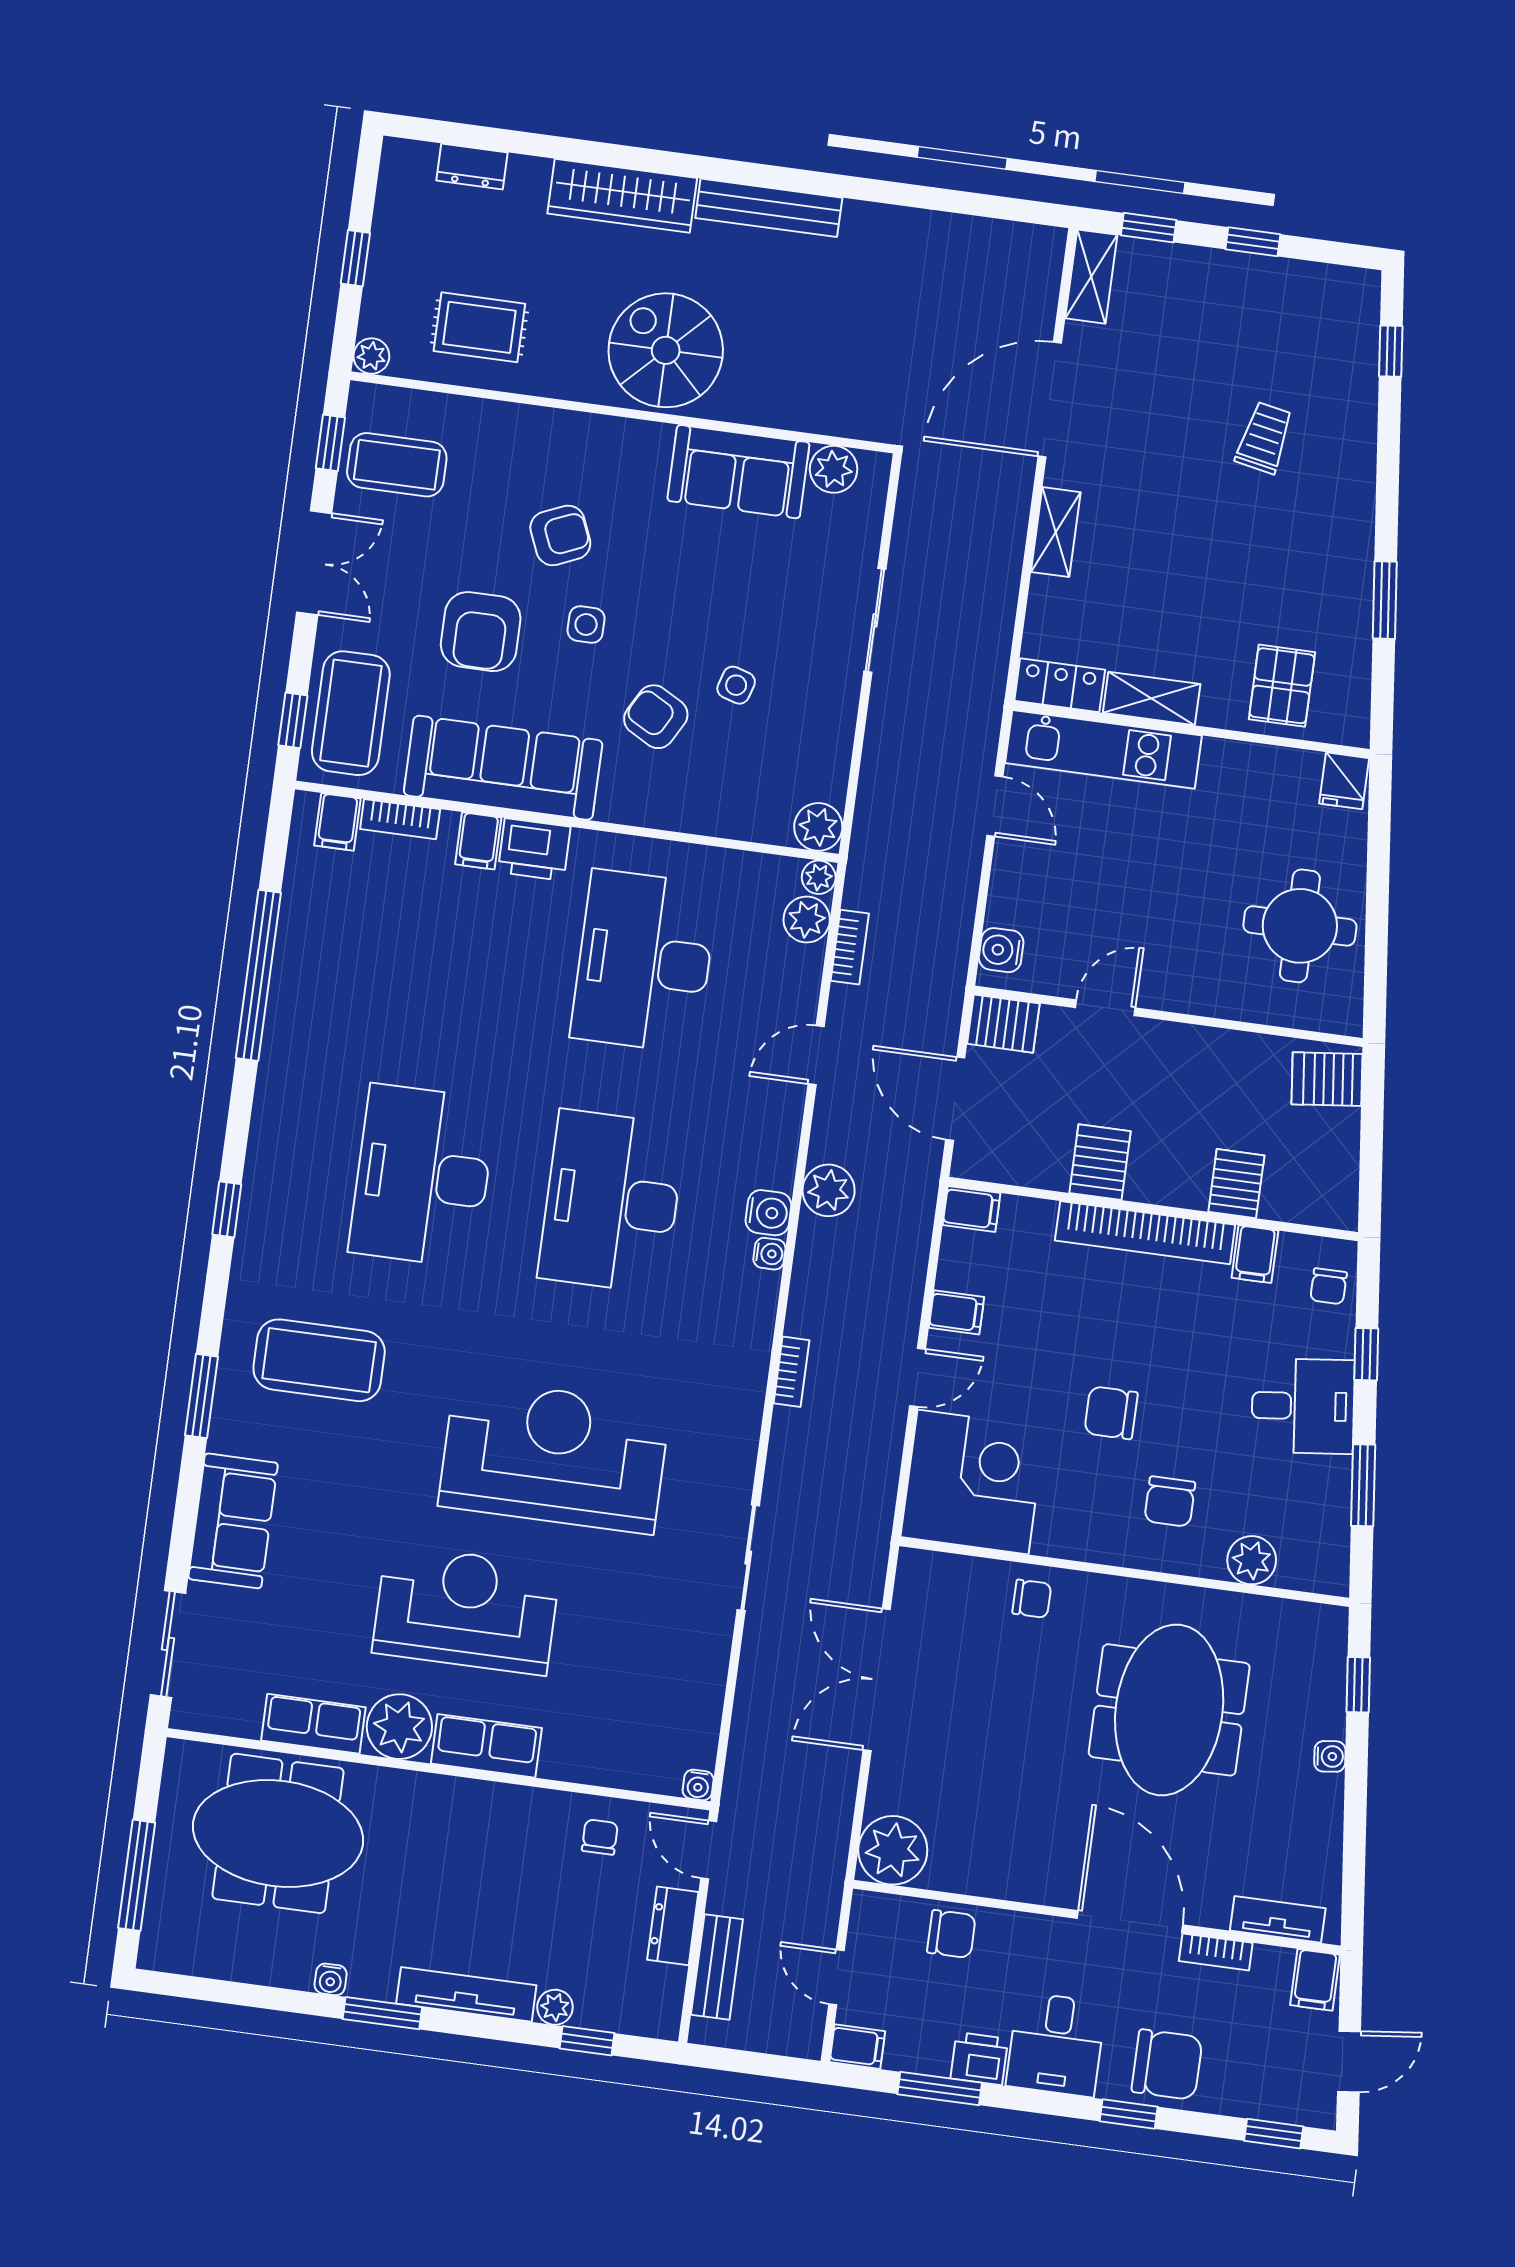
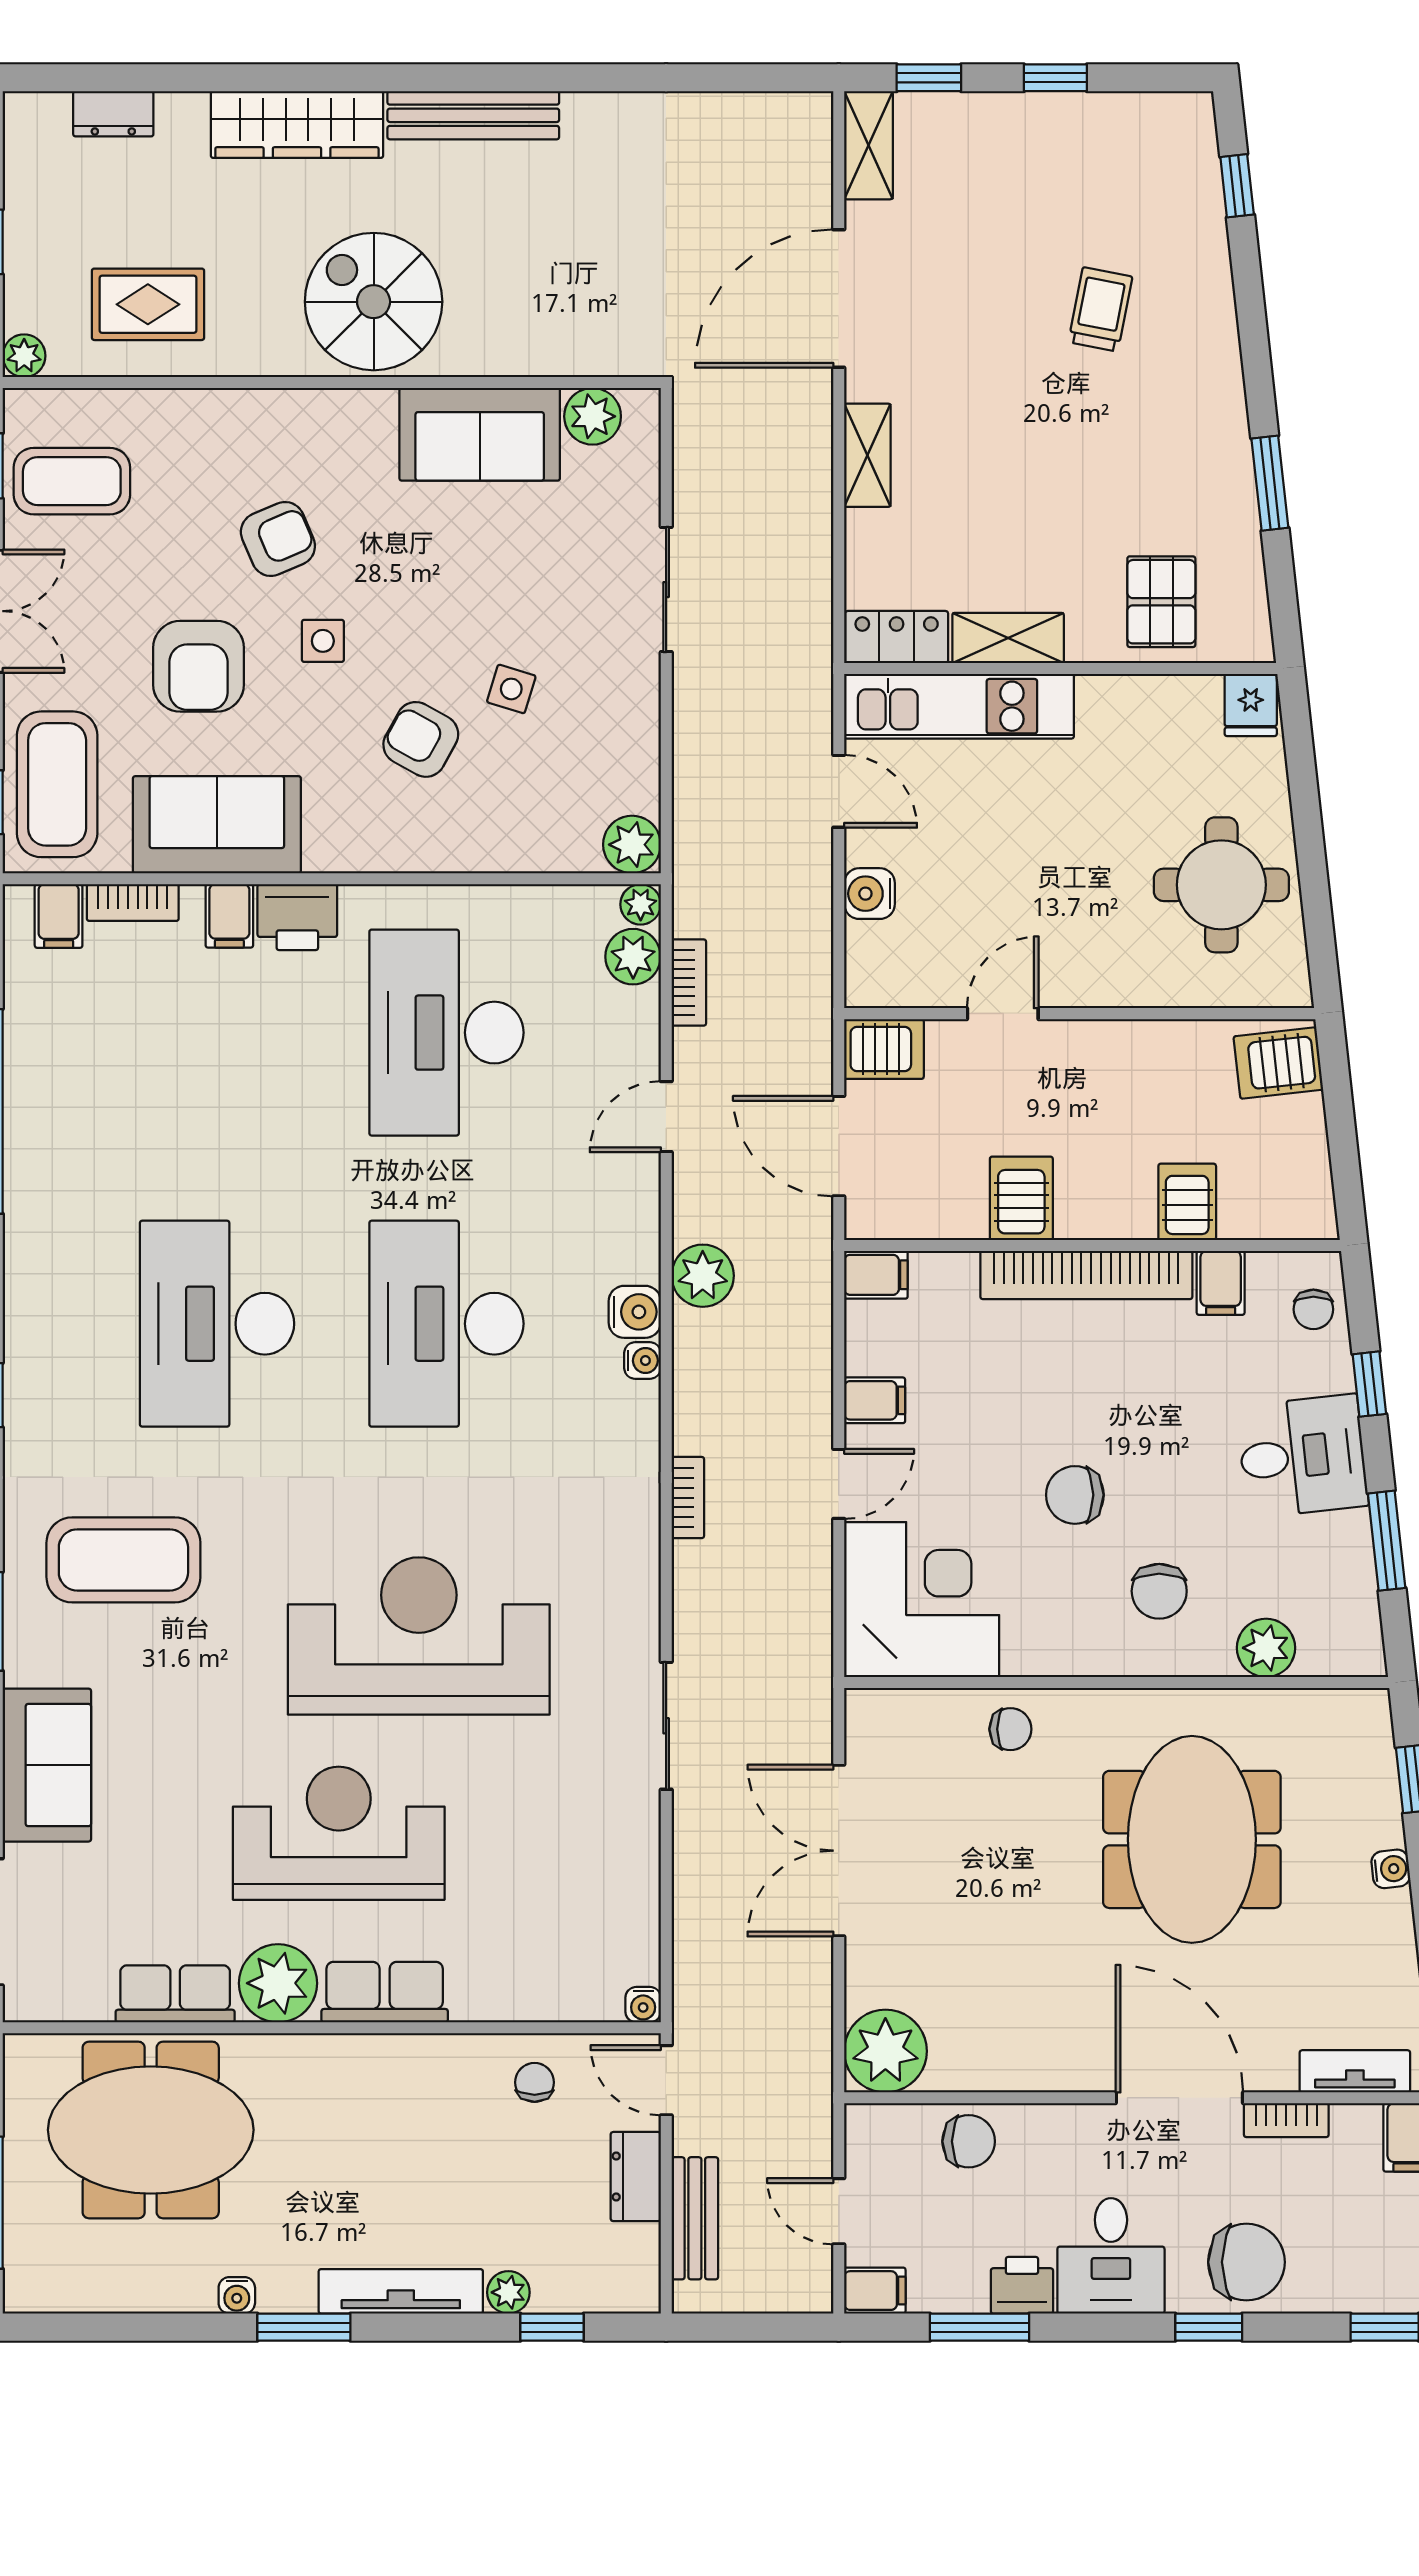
sofa: (503, 768) -> (217, 825), width x0.73
water cooler: (1001, 950) -> (870, 894), moved

